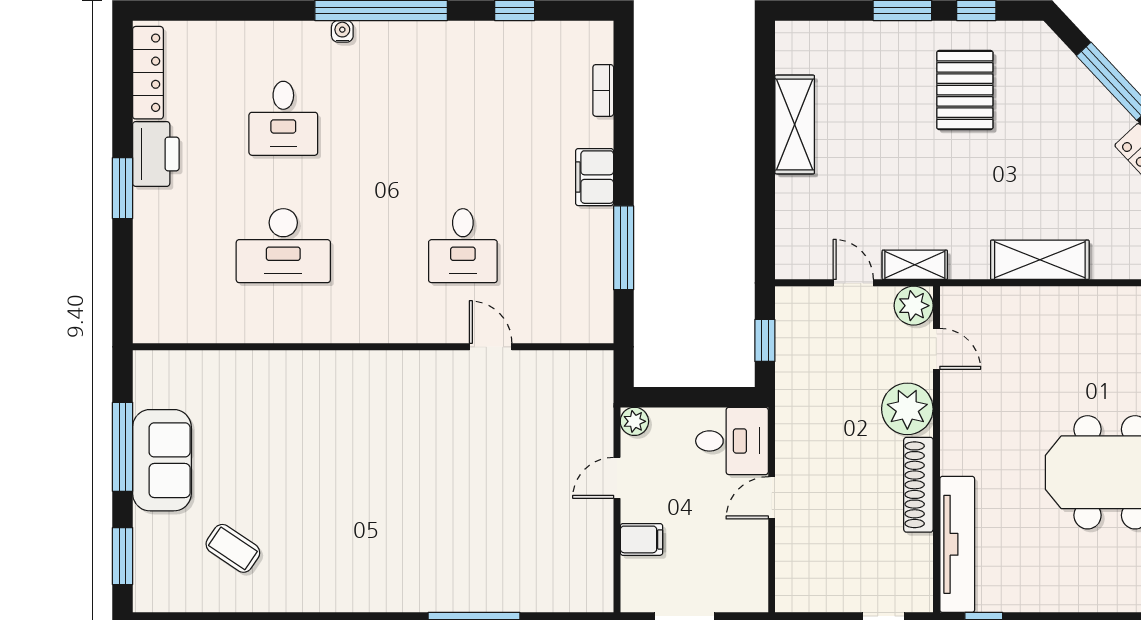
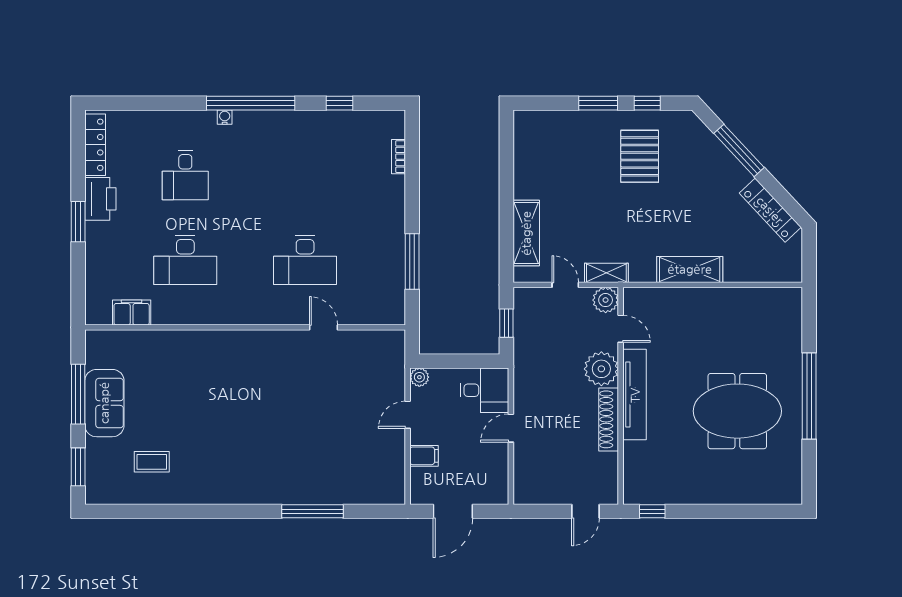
shelving: (795, 124) -> (526, 233), moved
filing cabinet: (595, 177) -> (132, 312), moved, turned 90
desk: (463, 246) -> (305, 260), width x1.37
tv unit: (957, 544) -> (635, 395), moved
coffee table: (233, 548) -> (152, 462), turned -34

